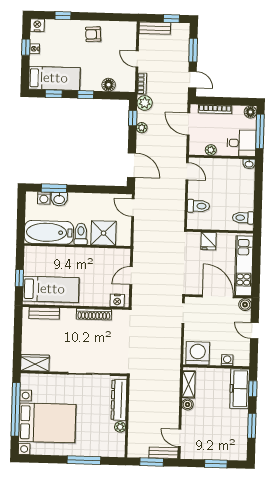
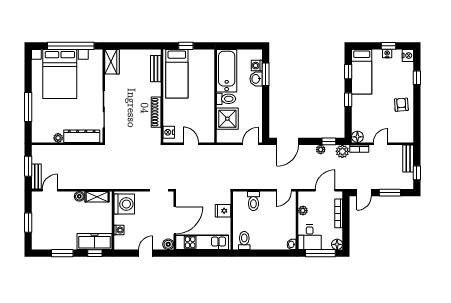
floor lamp: (109, 85) -> (357, 137), moved

